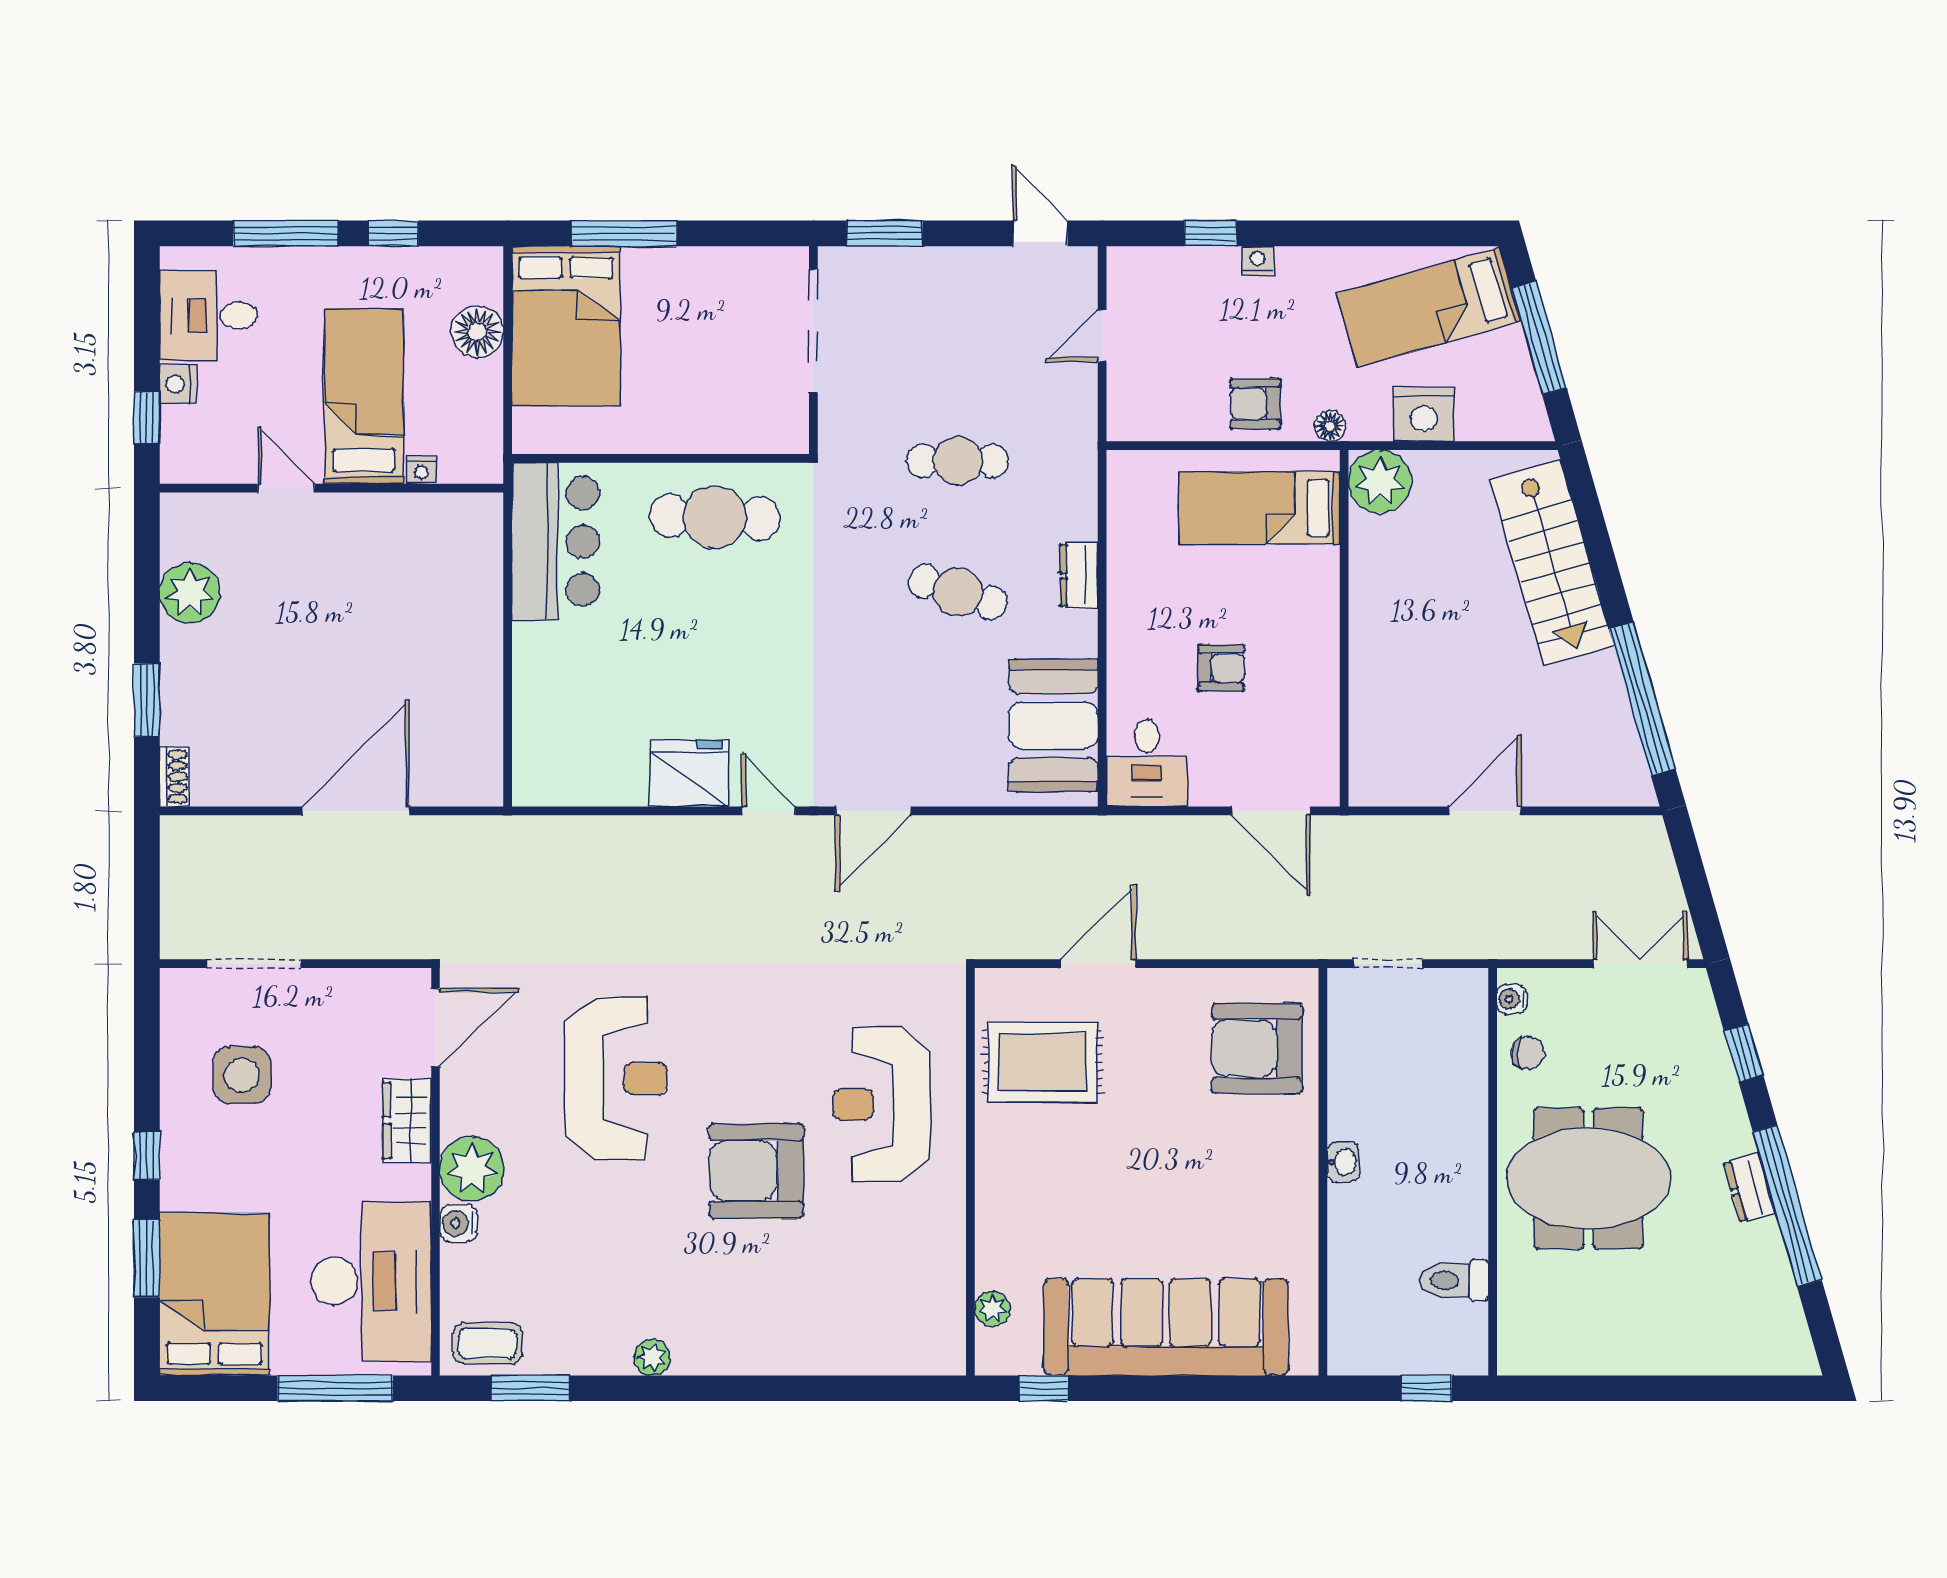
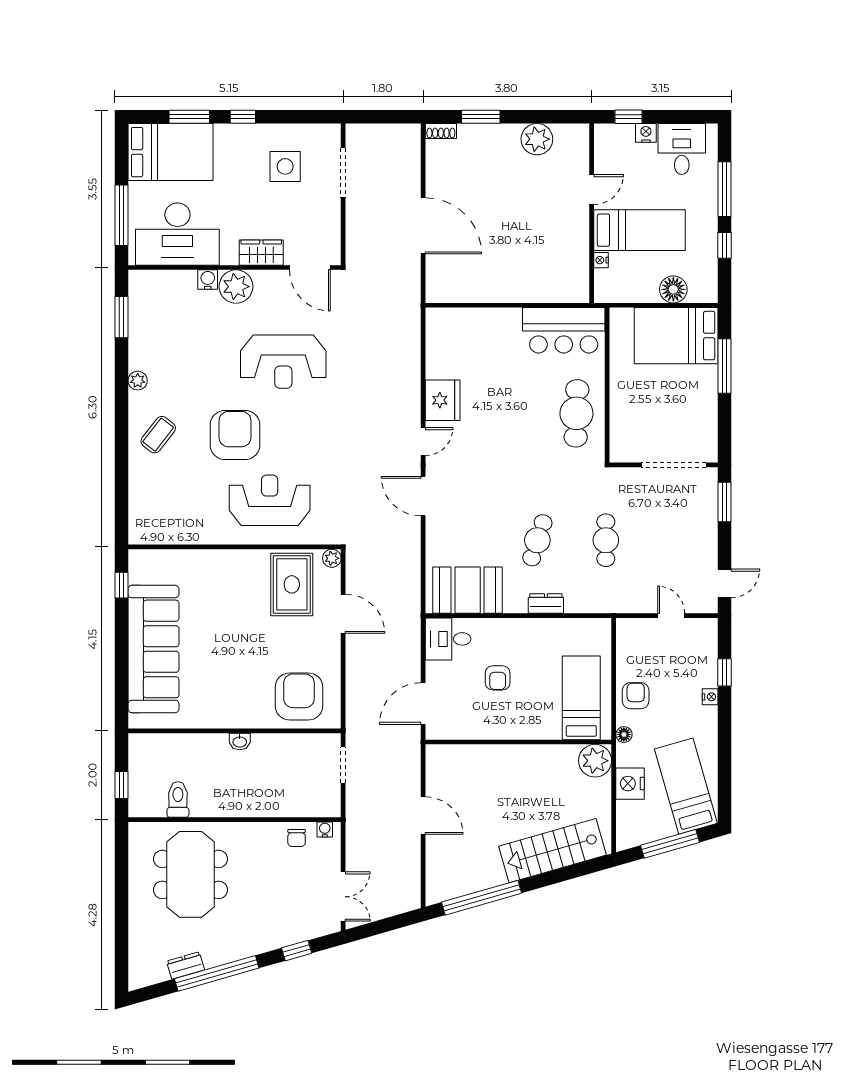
meeting table: (1588, 1178) -> (190, 874), moved
dresser: (1750, 1188) -> (186, 965), moved
plant: (992, 1309) -> (332, 558), moved
coffee table: (487, 1343) -> (158, 435), moved, turned 38

